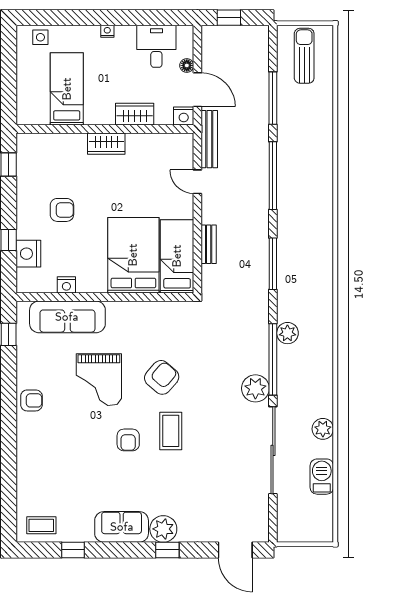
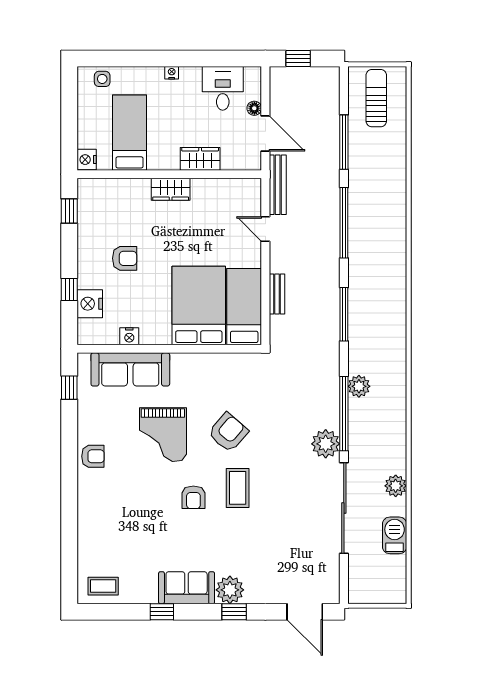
nightstand: (184, 116) -> (87, 160), moved, turned 90
window: (73, 550) -> (162, 612), moved

